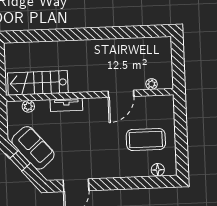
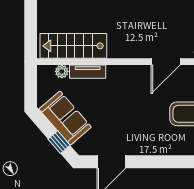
tv unit: (66, 105) -> (88, 72), moved
window: (20, 161) -> (59, 142), moved

